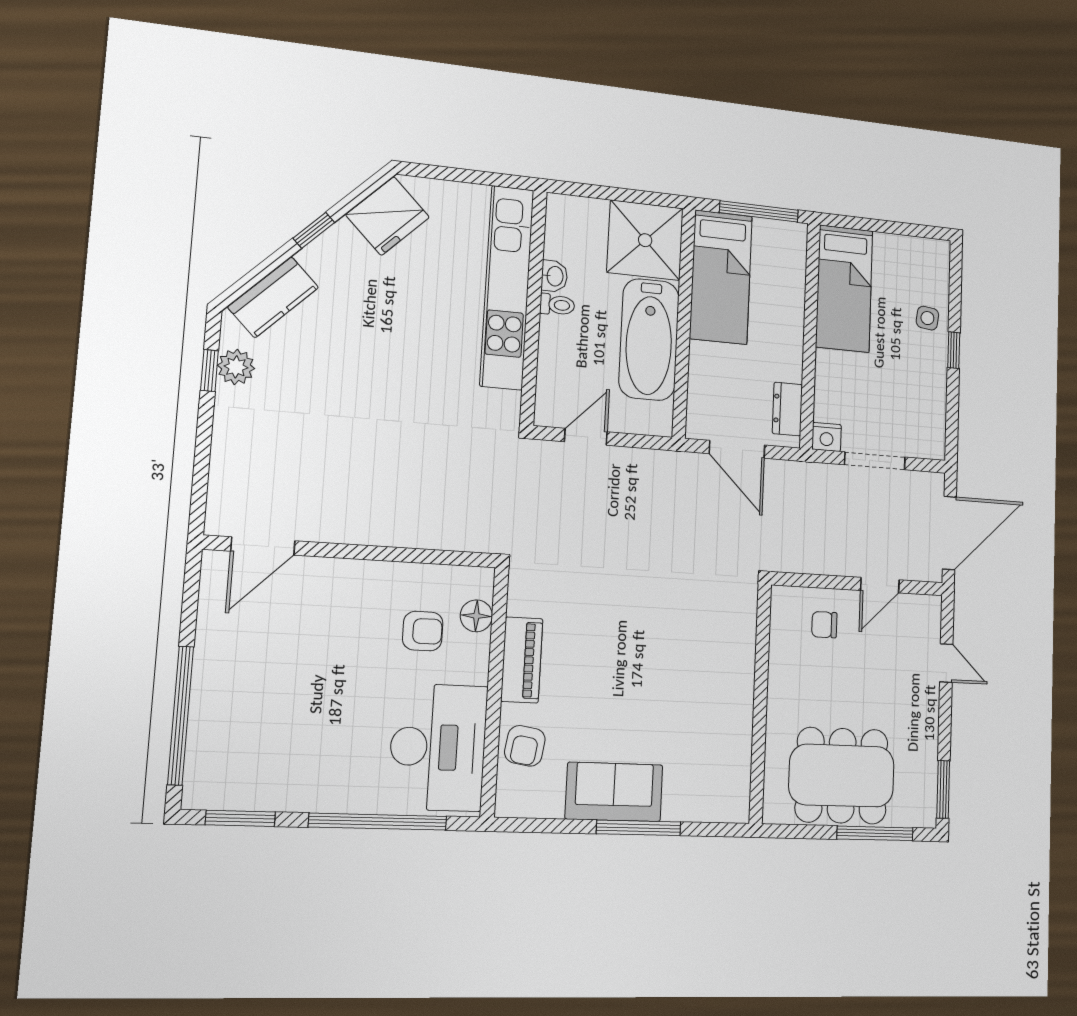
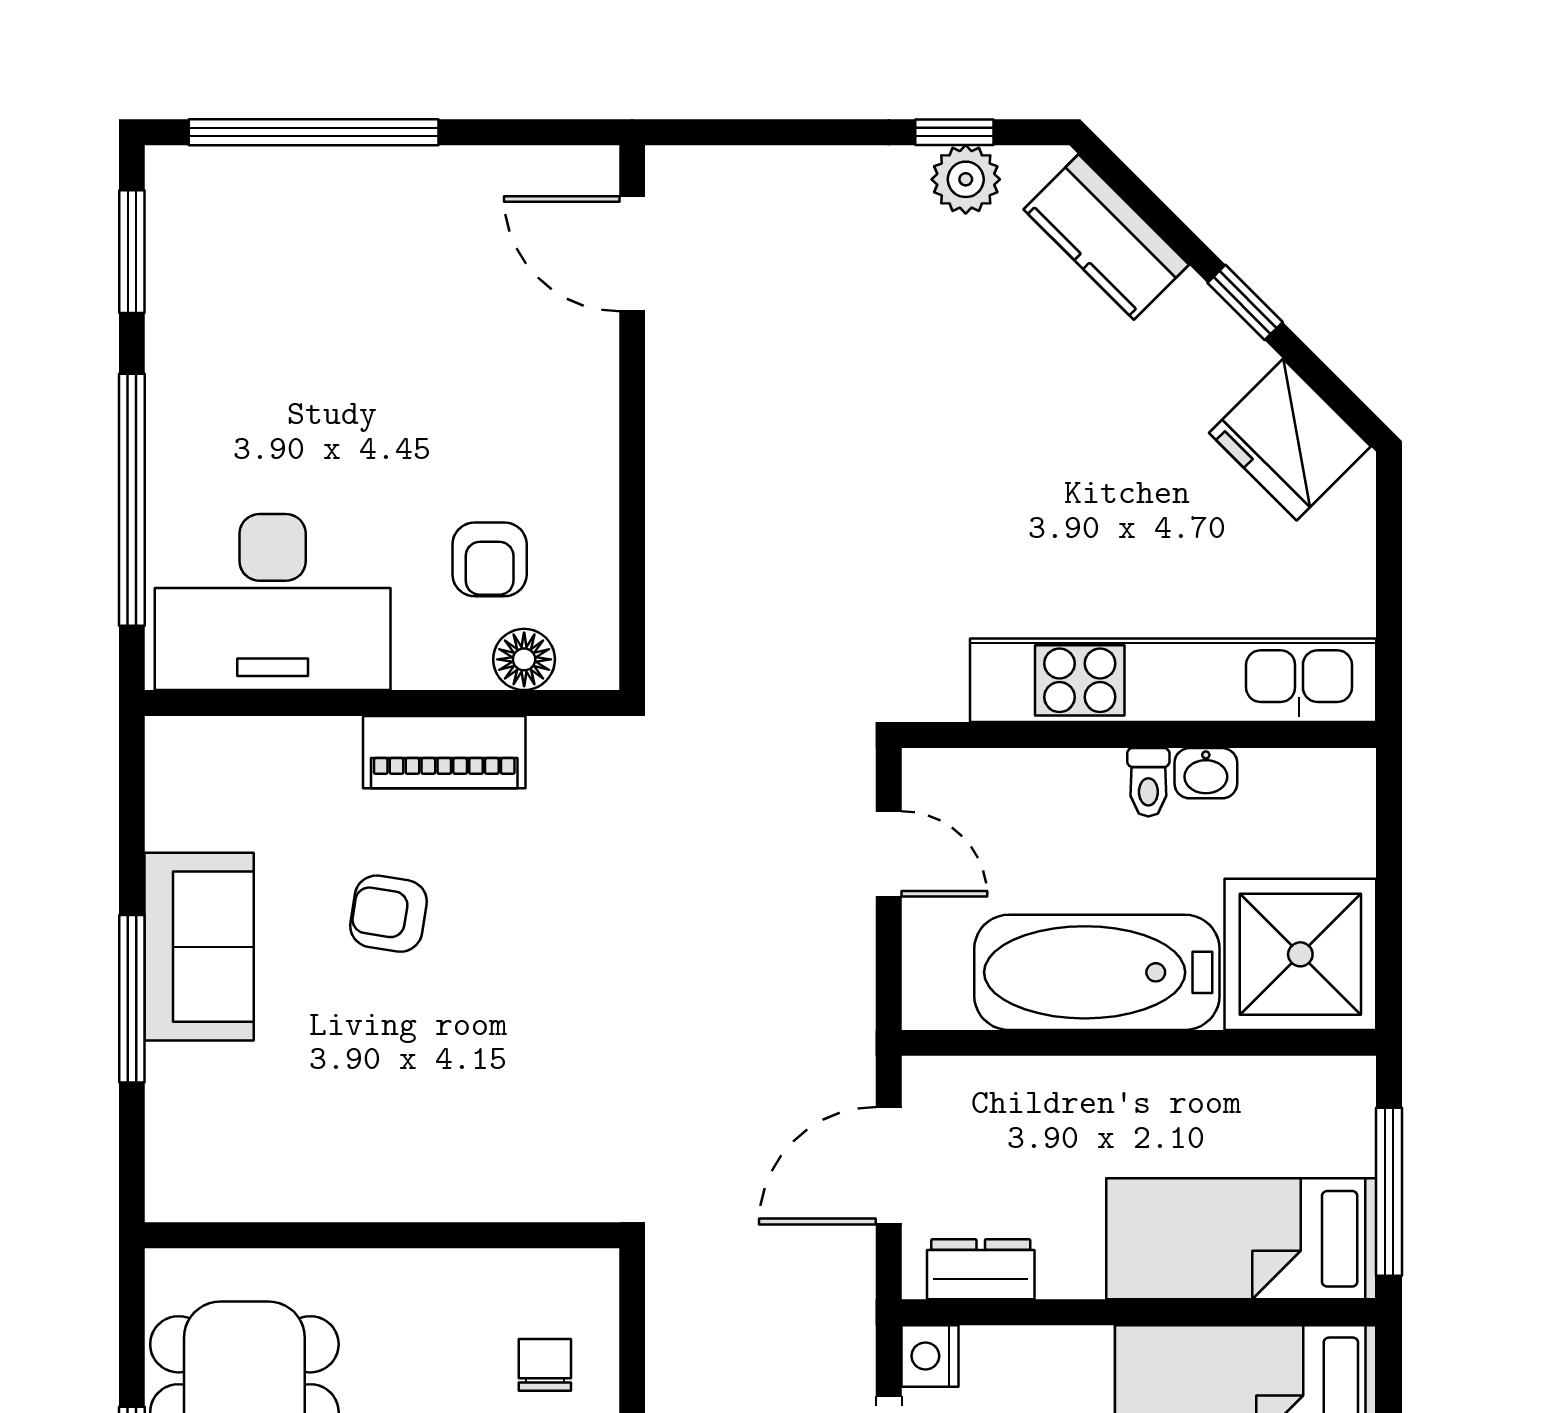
bed: (721, 277) -> (1241, 1239), moved
armchair: (525, 746) -> (388, 914), moved

